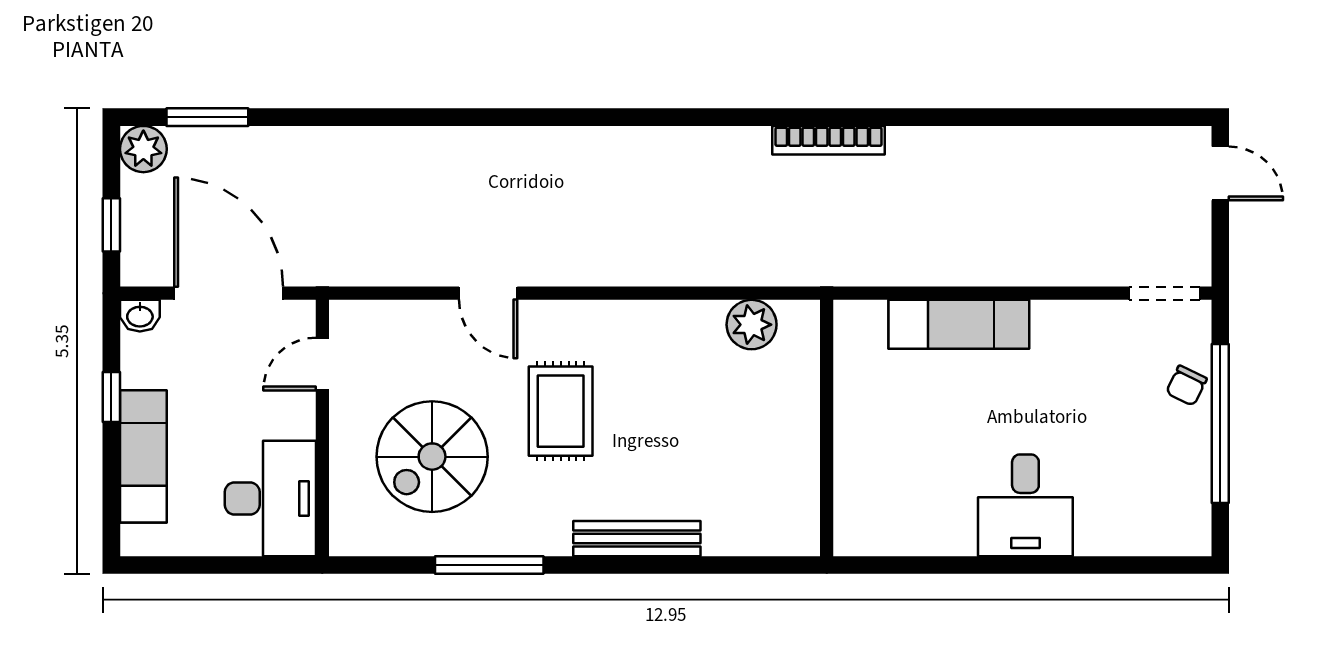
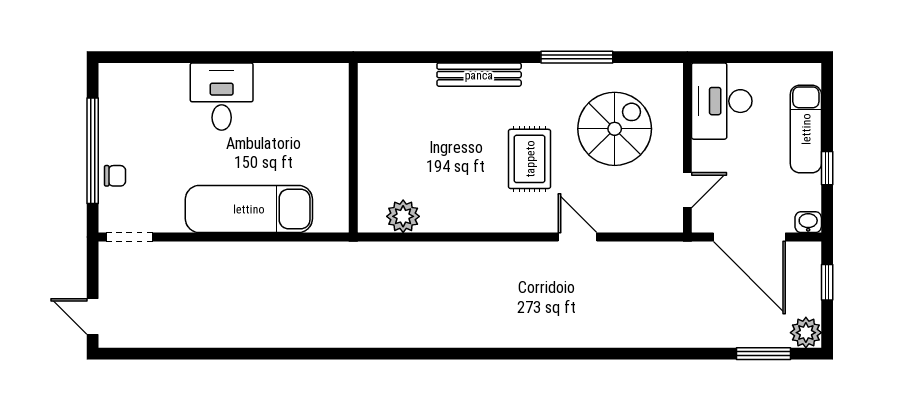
bookcase: (828, 140) -> (352, 338), removed
exam couch: (959, 324) -> (249, 209), width x1.36, depth x1.45
chair: (1186, 386) -> (115, 176), turned 64

